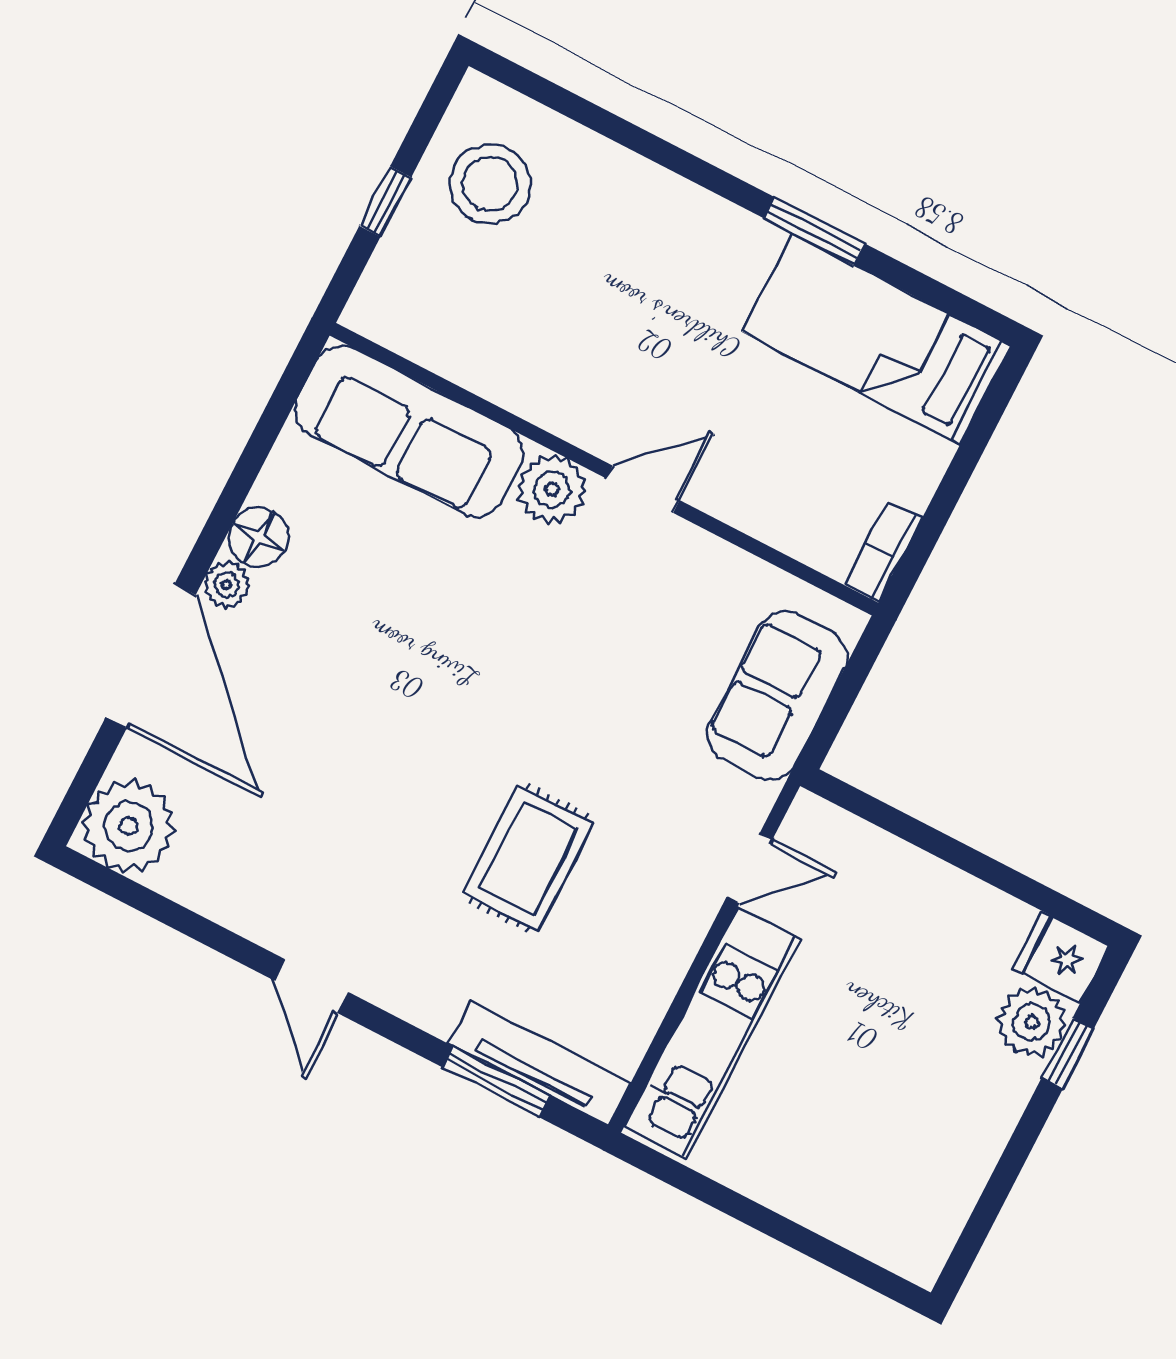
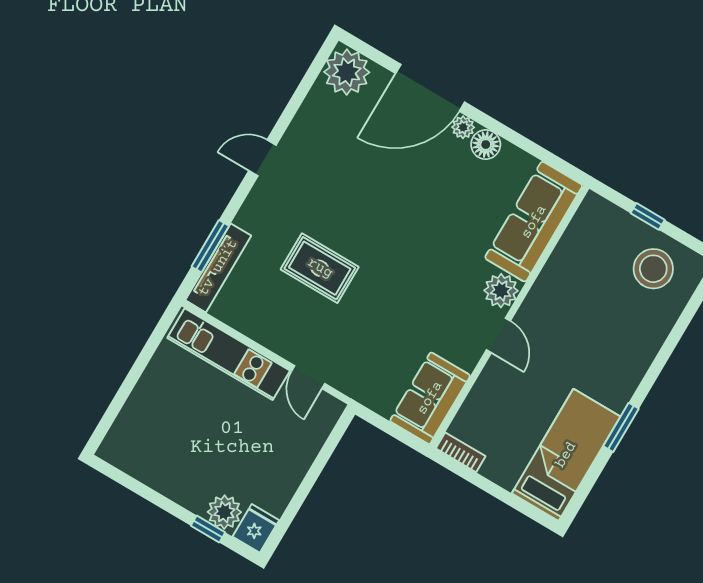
sofa: (778, 695) -> (430, 398), moved, turned -90

